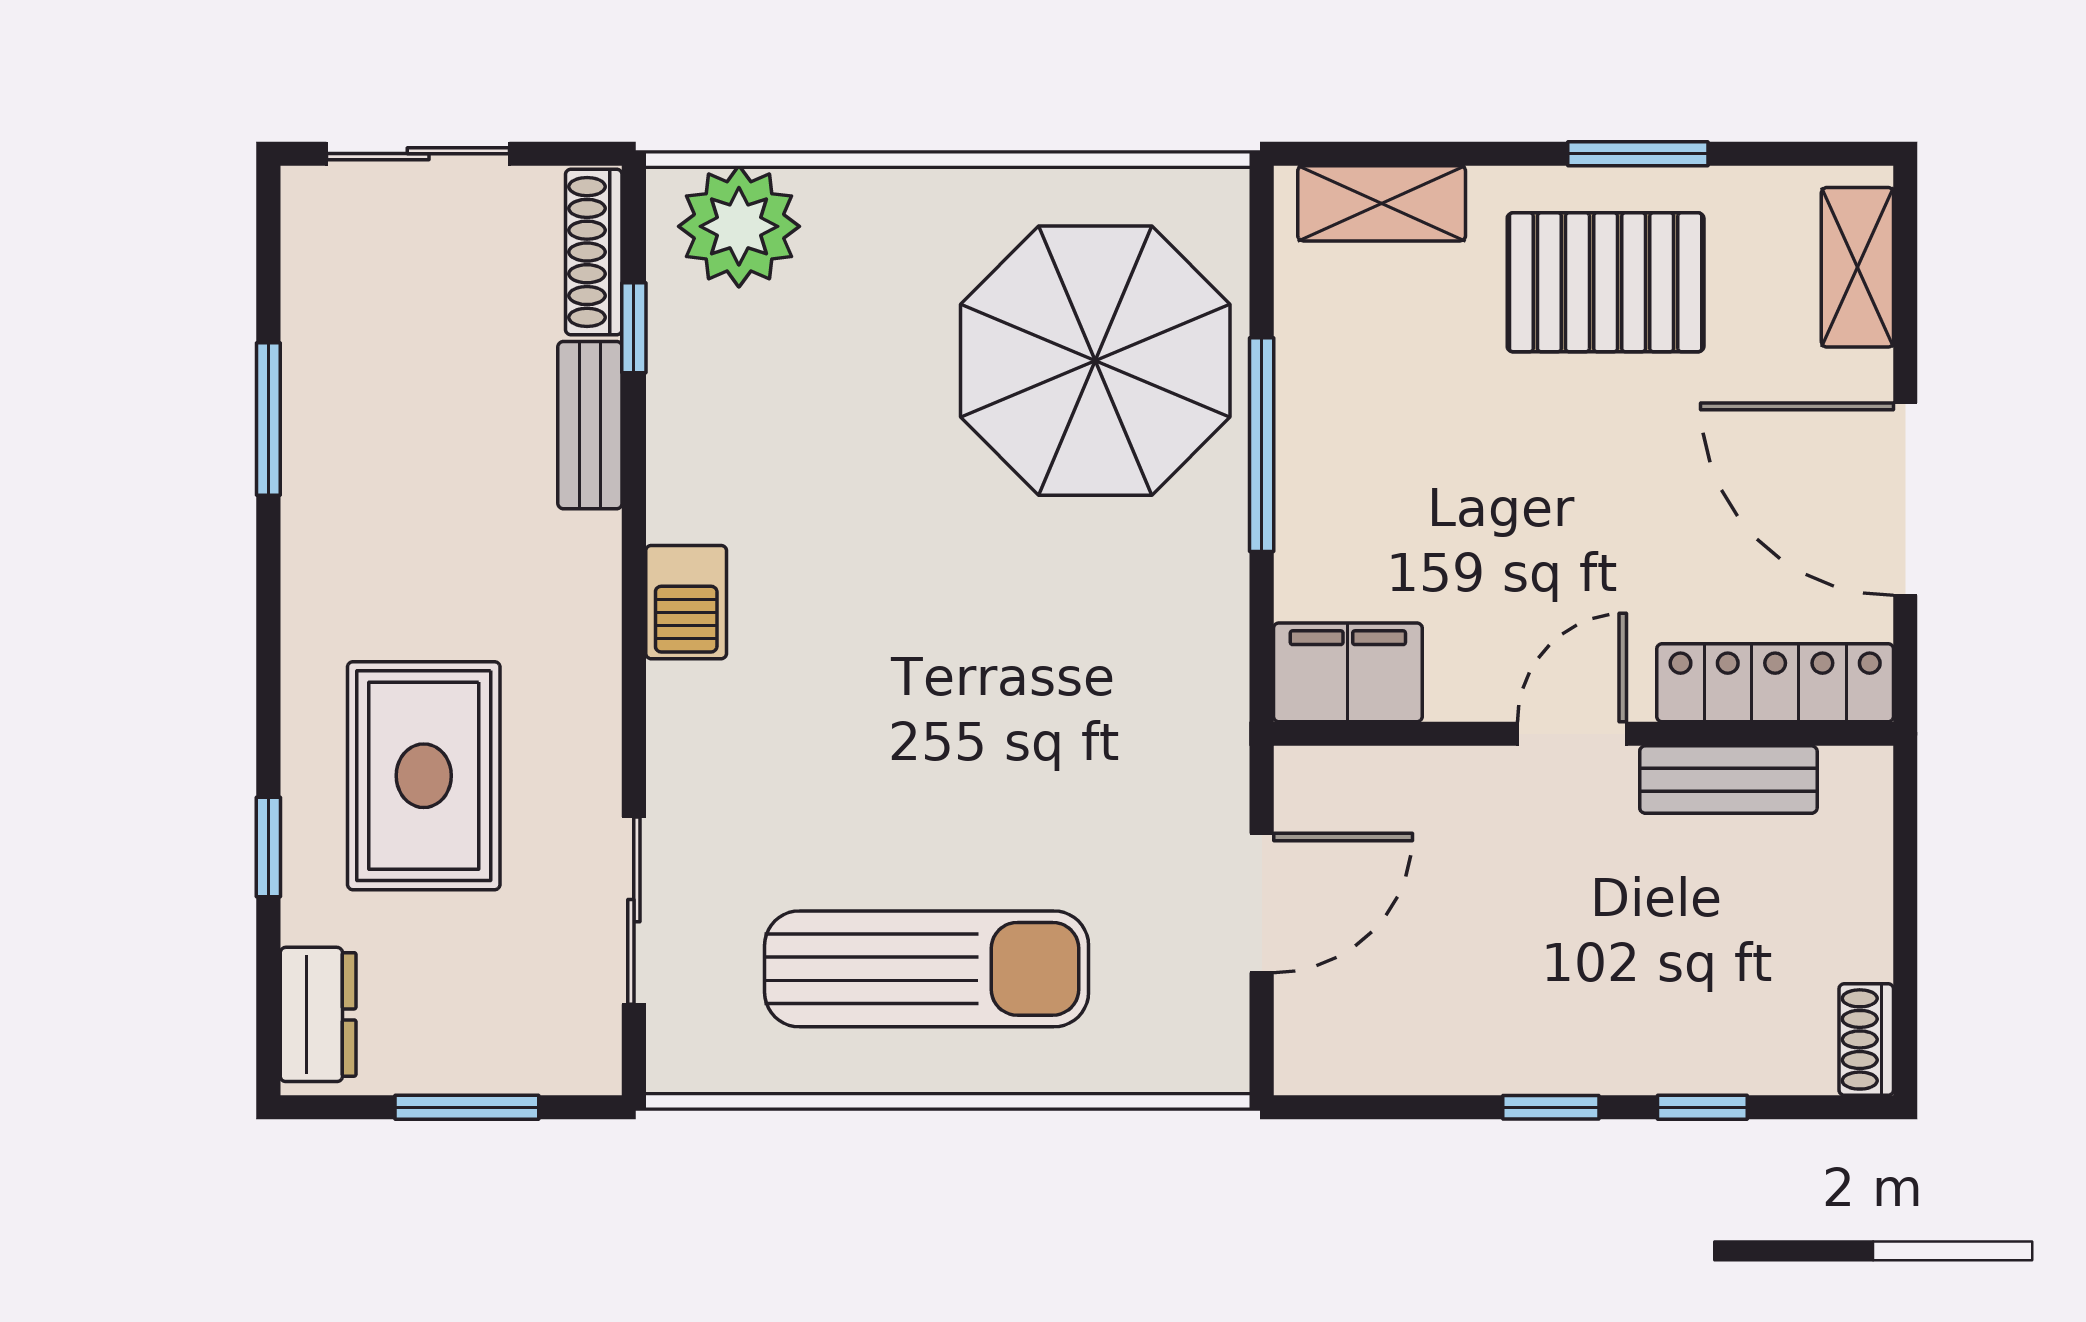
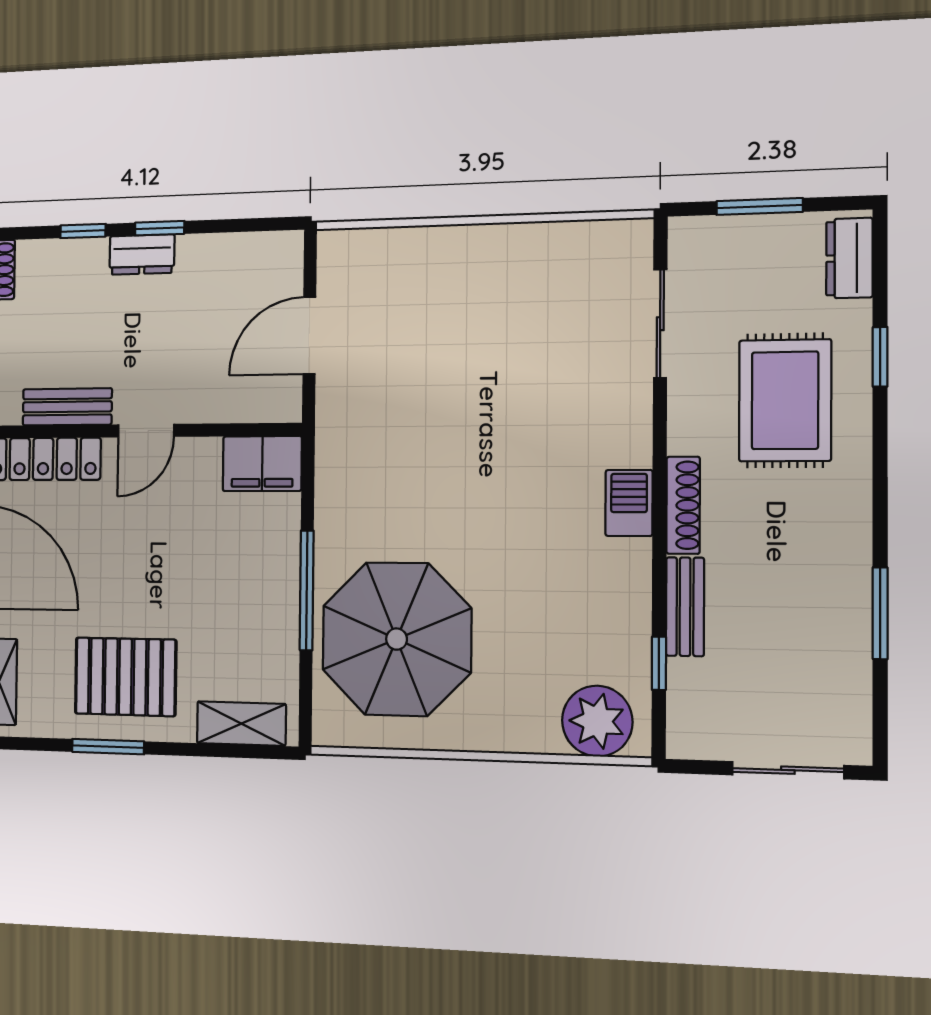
shoe rack: (594, 252) -> (683, 505), moved
sun lounger: (927, 969) -> (493, 294), removed
dresser: (1585, 1060) -> (142, 254), added

